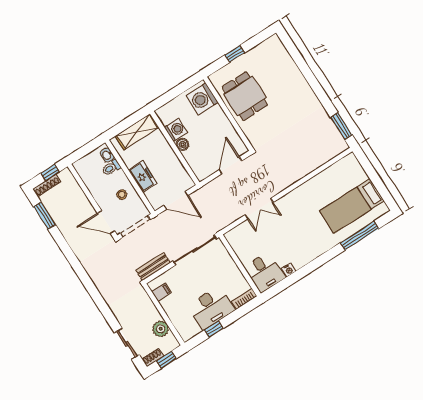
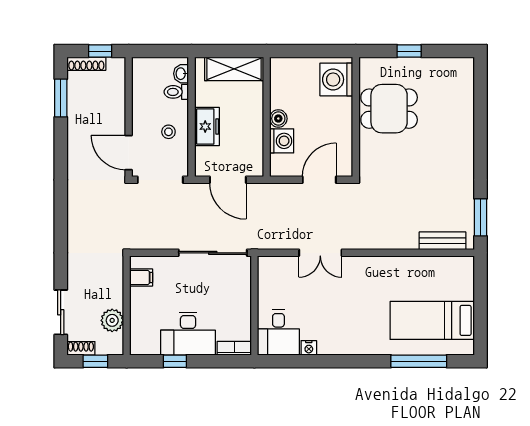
dining table: (245, 96) -> (389, 109), turned 90
washing machine: (176, 130) -> (282, 141), moved
bench: (153, 267) -> (443, 241), moved

